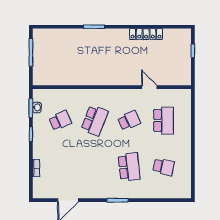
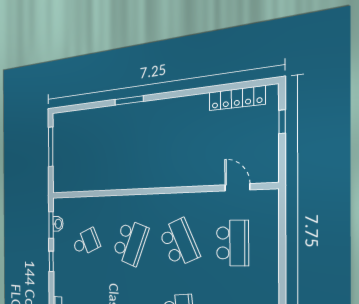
locker: (146, 34) -> (237, 98), moved
door: (149, 87) -> (237, 187), moved
school desk: (129, 120) -> (179, 243), width x1.85

